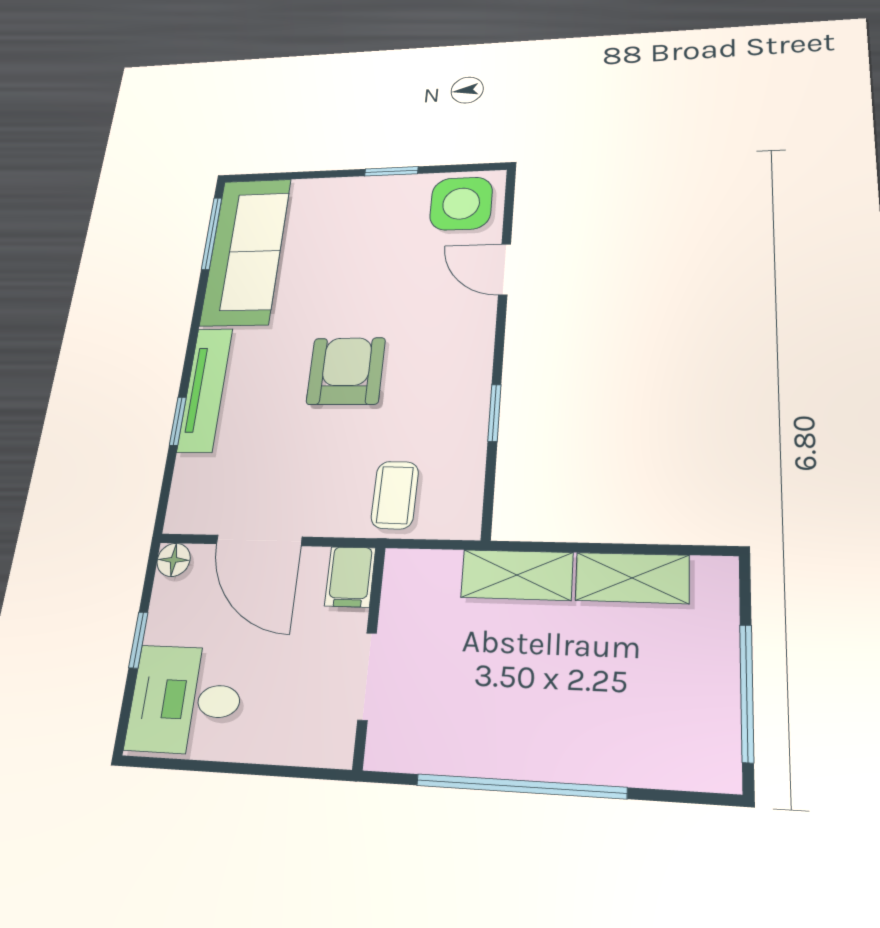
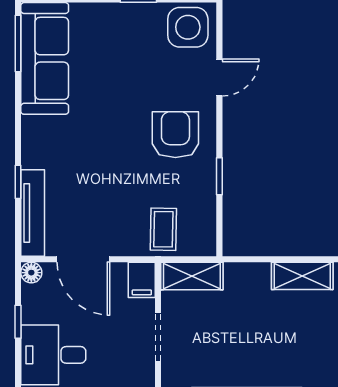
door: (504, 269) -> (219, 78), swing flipped
armchair: (346, 371) -> (175, 135), moved
tv unit: (205, 390) -> (33, 213), moved
shelving: (517, 575) -> (192, 276), moved

